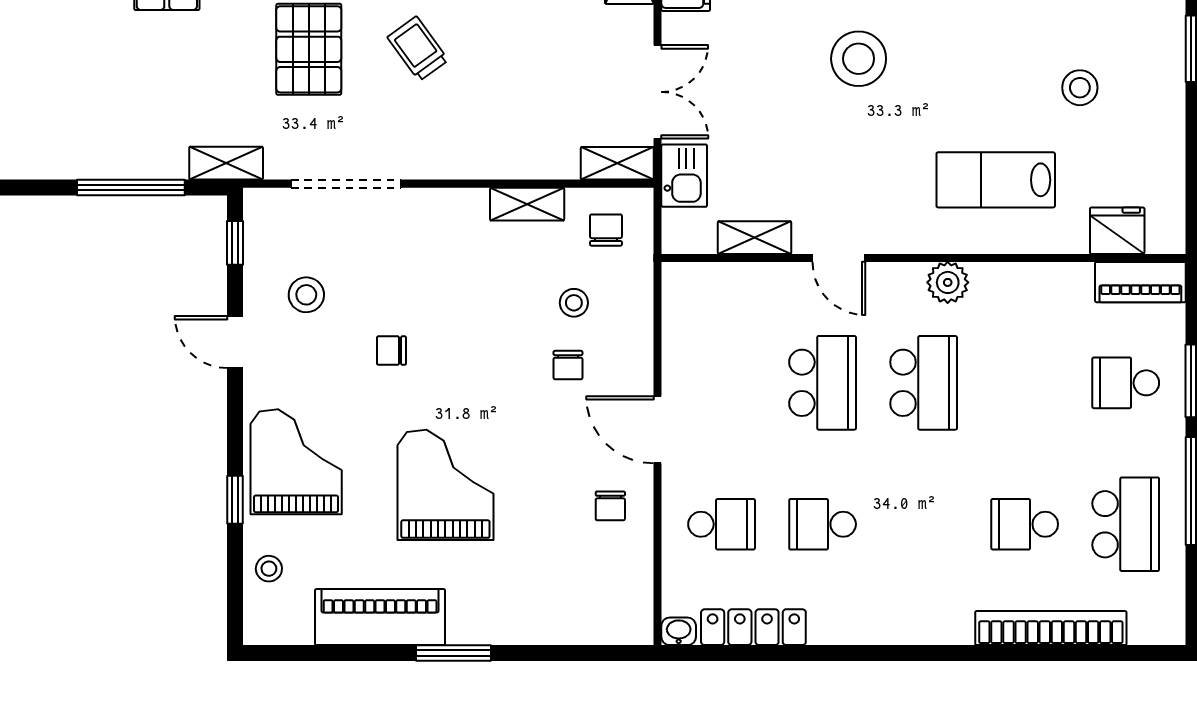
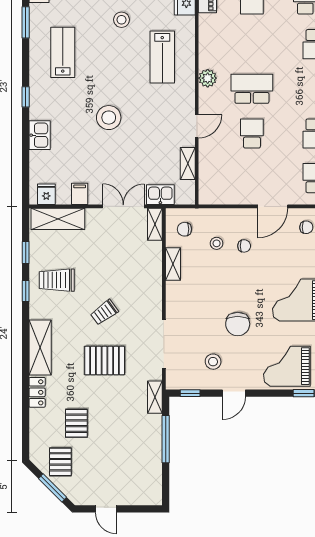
chair: (391, 351) -> (238, 324), width x1.87, depth x1.87
school desk: (823, 383) -> (252, 133), width x0.54

